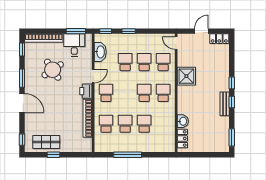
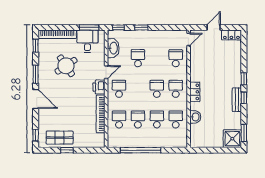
door: (176, 43) -> (189, 39), swing flipped
school desk: (144, 62) -> (176, 119), moved
shower: (186, 76) -> (232, 139), moved
locker: (182, 138) -> (195, 92), moved
window: (128, 155) -> (141, 150), width x1.46

